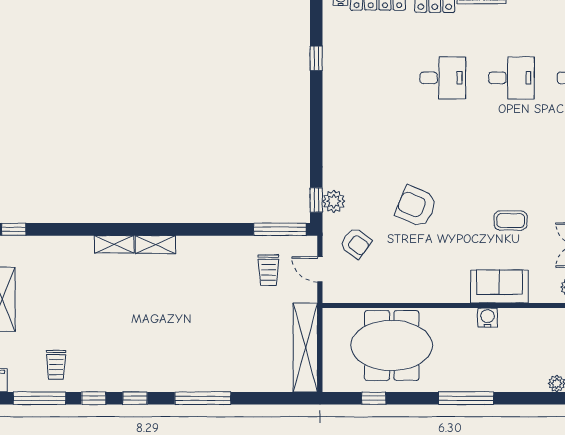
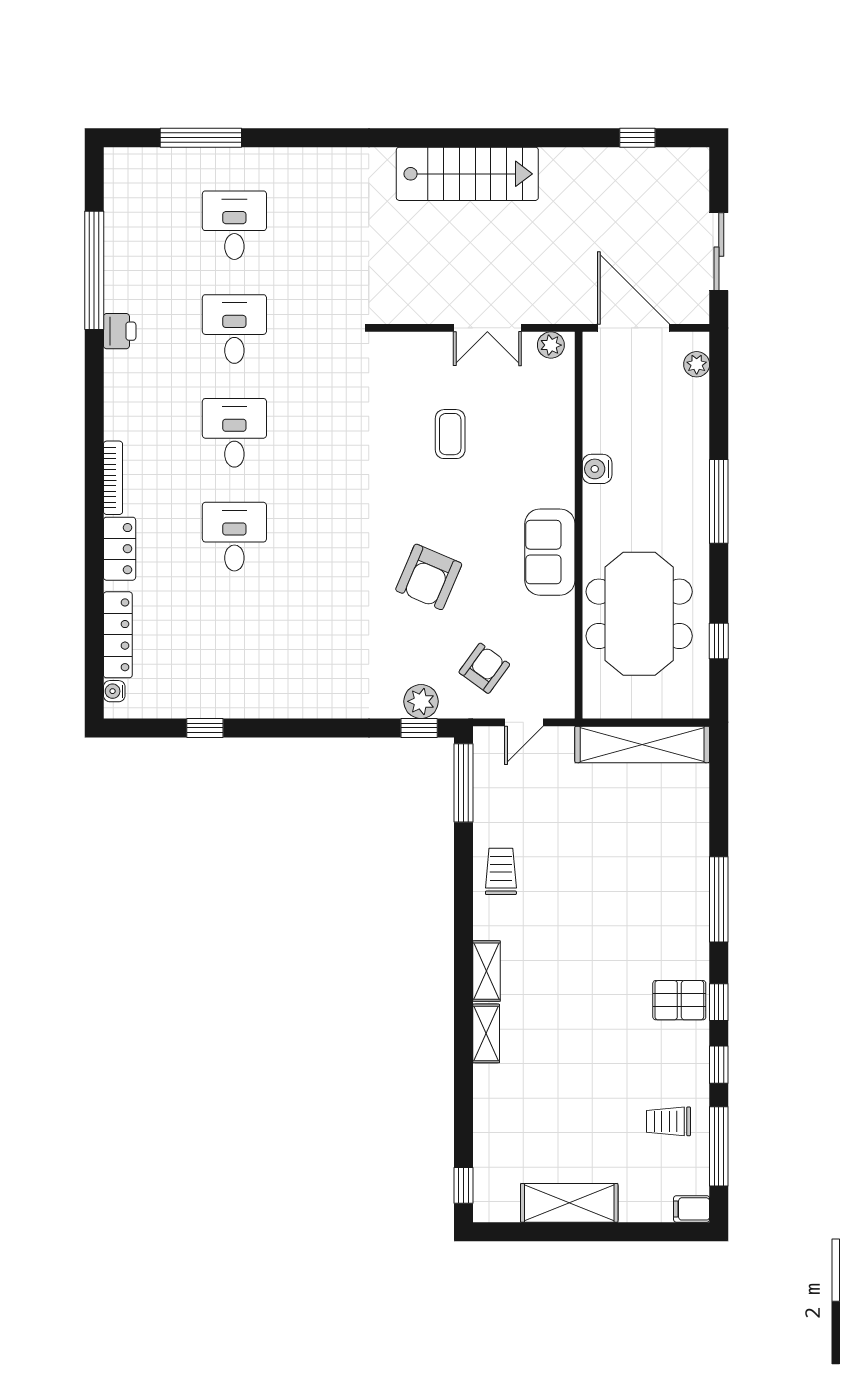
trolley: (268, 270) -> (501, 871), moved, turned -90
sofa: (499, 286) -> (550, 552), moved
trolley: (56, 365) -> (668, 1121), turned 180
pallet: (136, 372) -> (679, 1000), added

